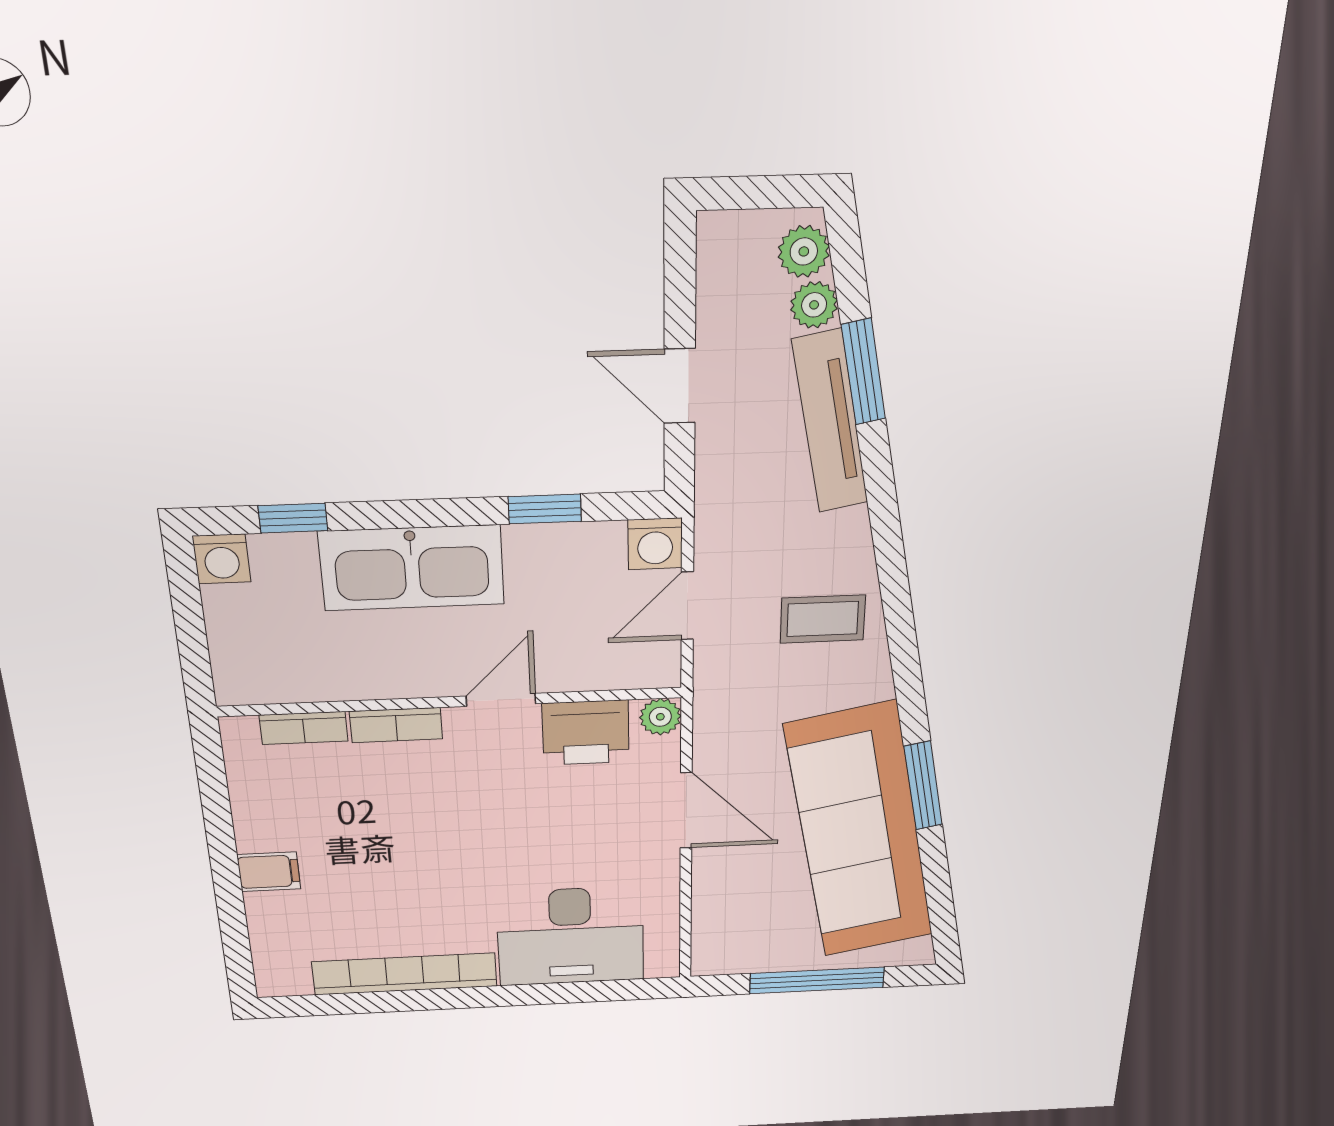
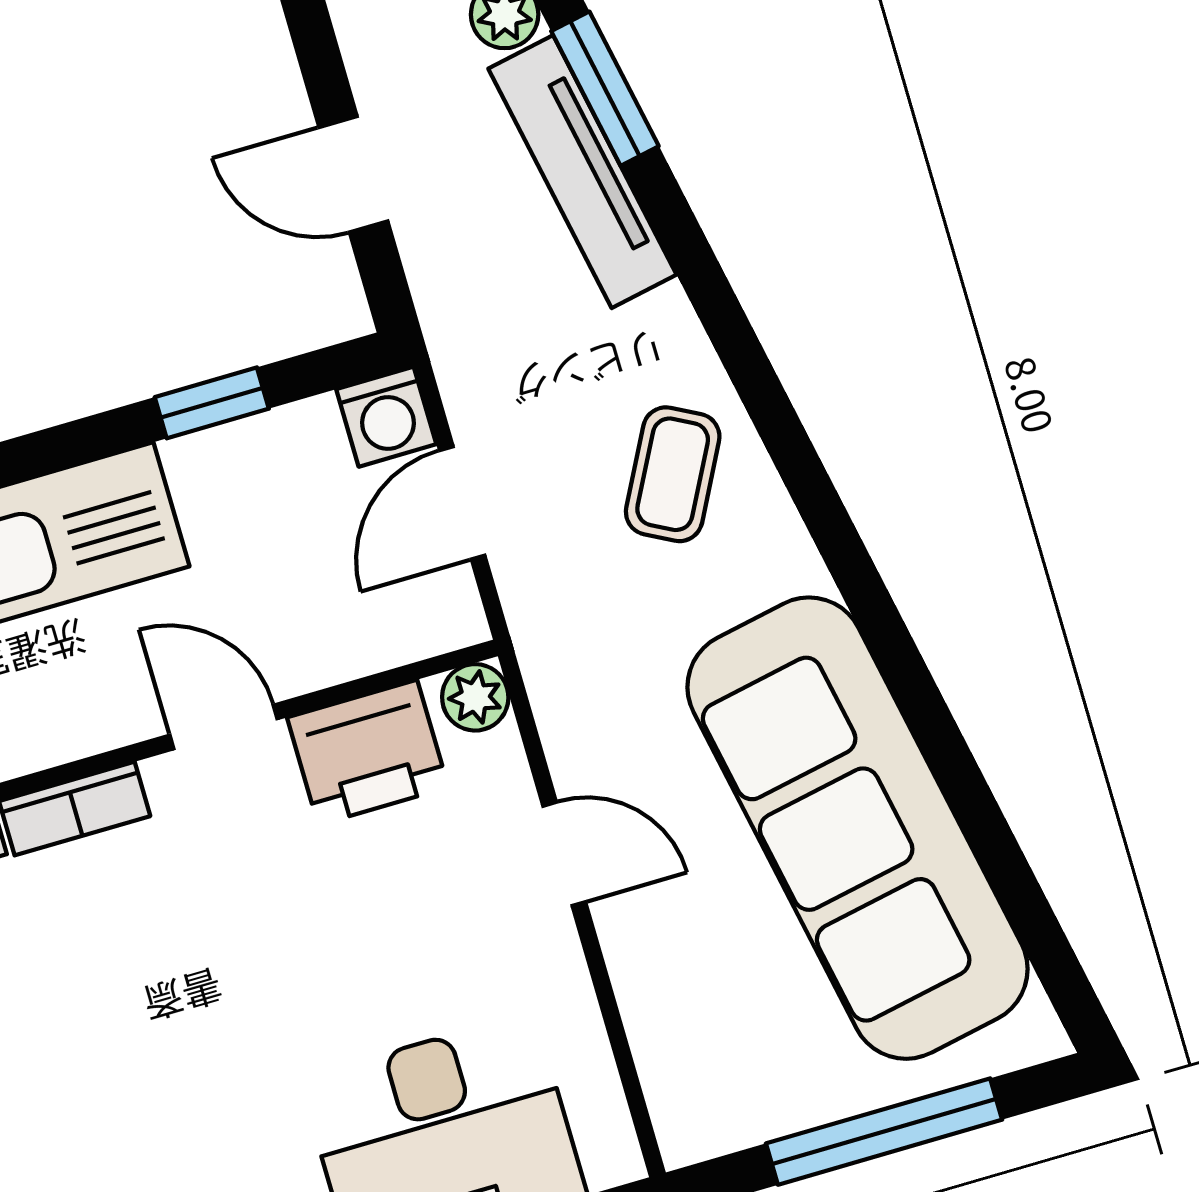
coffee table: (823, 619) -> (673, 474), turned -62
door: (501, 700) -> (224, 727), hinge flipped
window: (923, 786) -> (930, 719), removed
door: (686, 811) -> (564, 854), width x0.73

